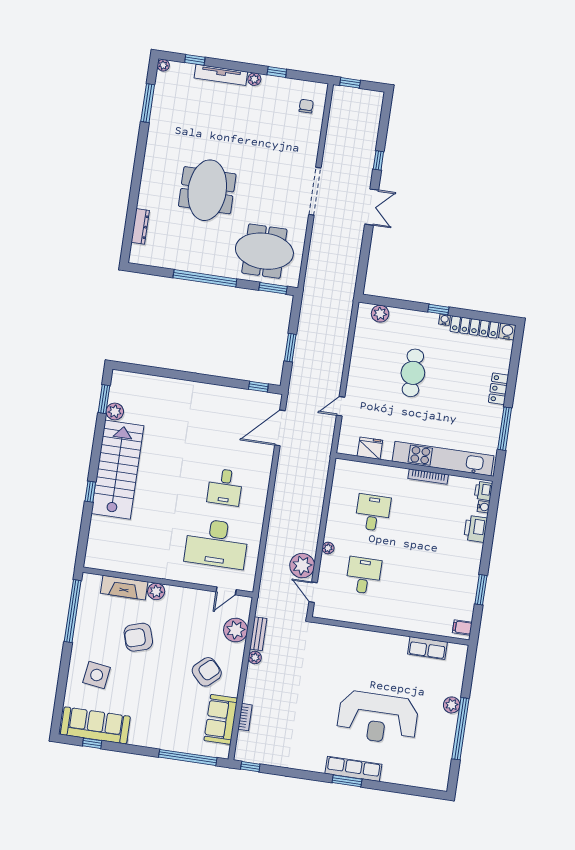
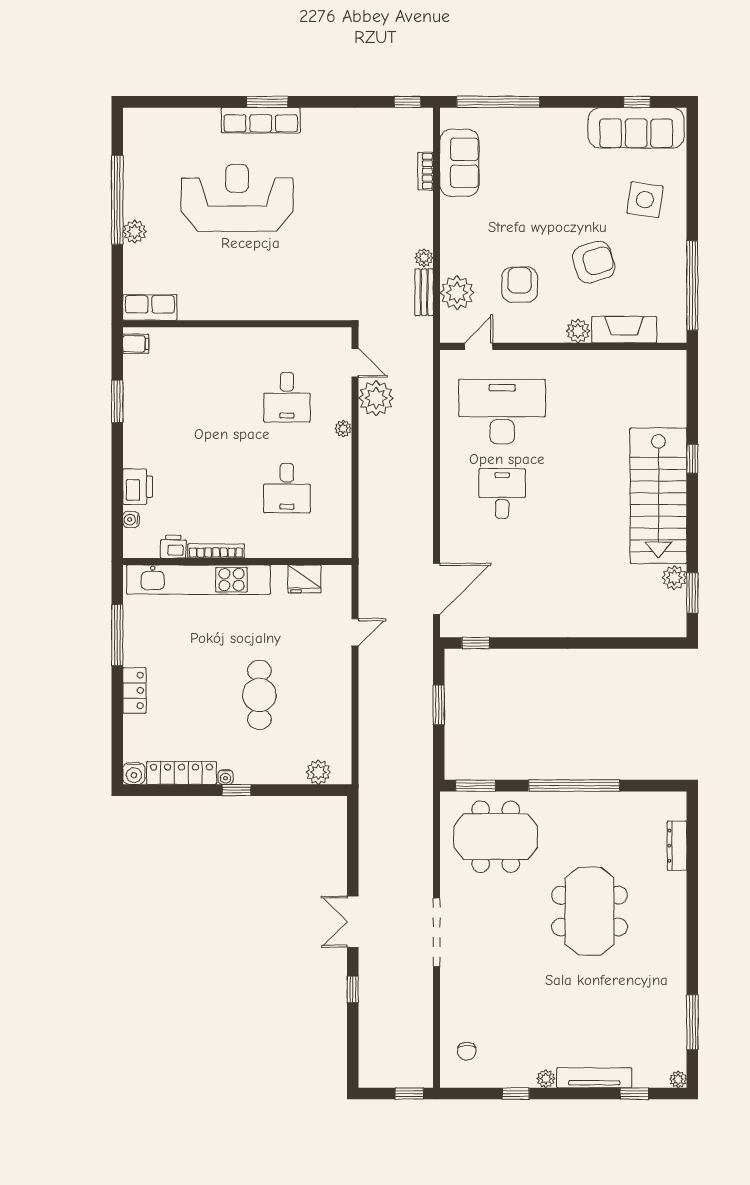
printer: (483, 491) -> (173, 547), moved, turned -90
row of seats: (427, 648) -> (150, 307), moved
armchair: (207, 672) -> (520, 285), moved, turned 133

